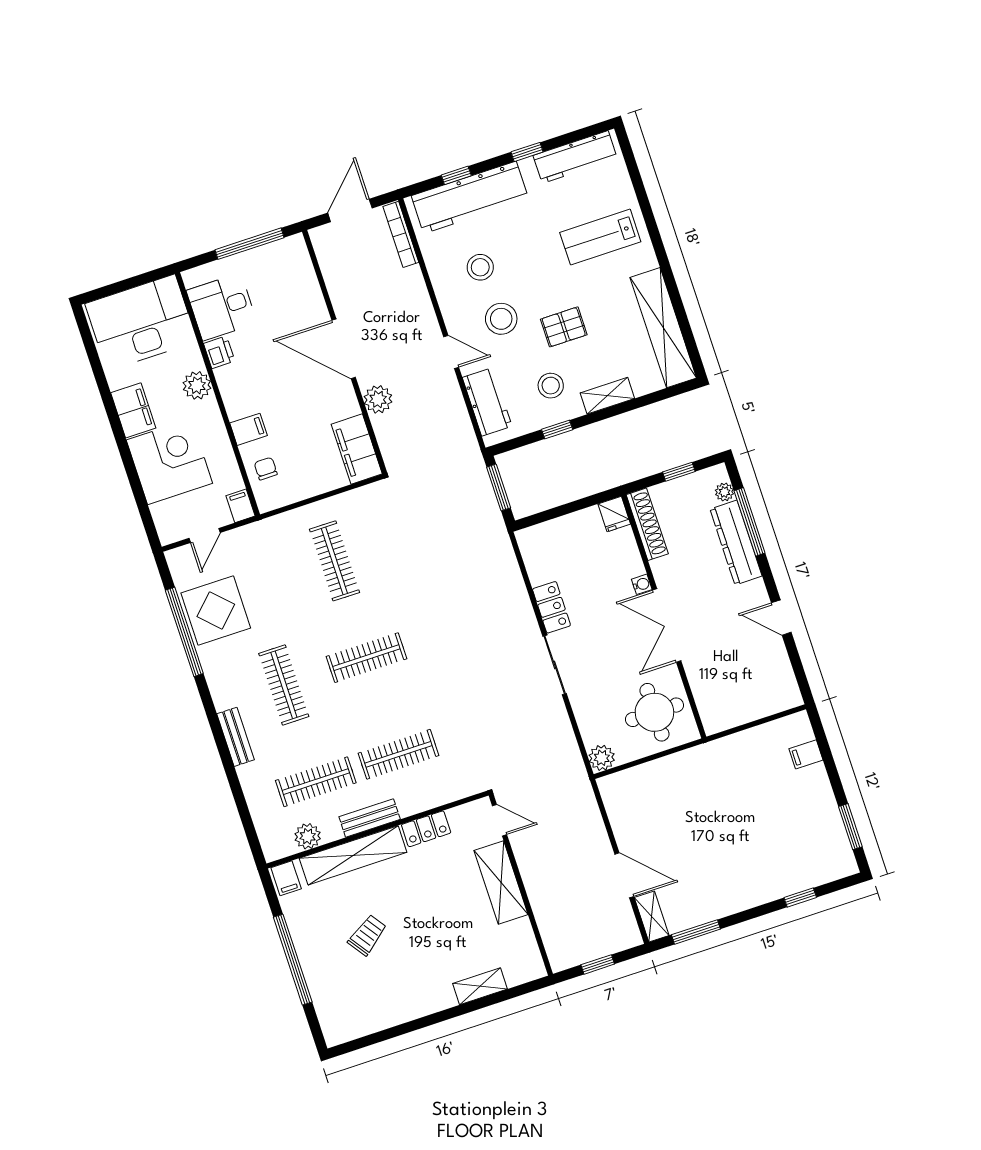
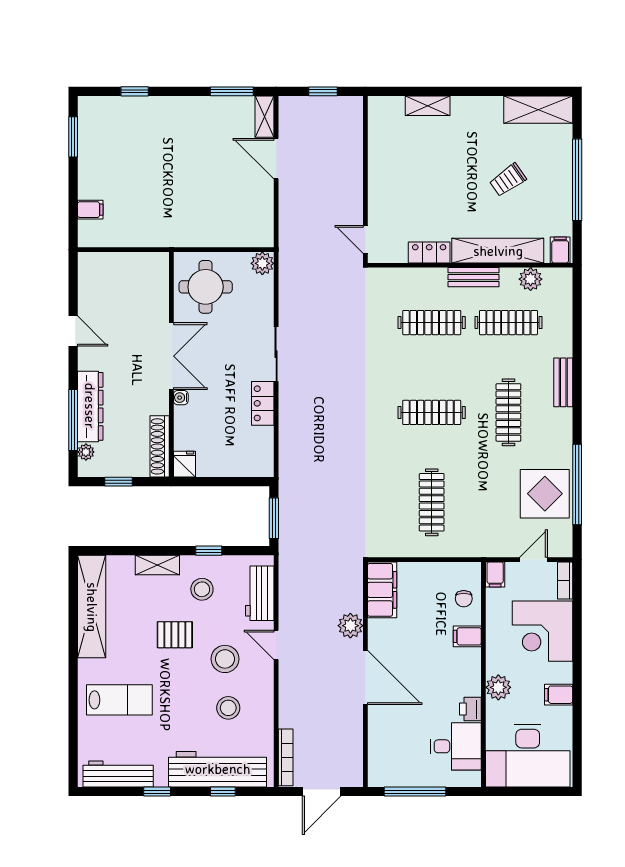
filing cabinet: (133, 410) -> (559, 695), width x0.50
bookcase: (163, 524) -> (565, 580), added
shelving: (501, 883) -> (538, 110), moved, turned 90

